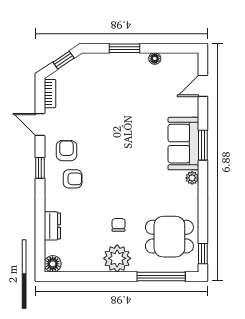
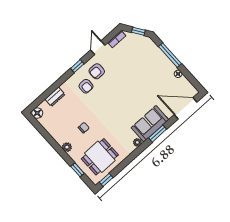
window: (124, 48) -> (170, 55), width x1.44
door: (203, 86) -> (186, 108), width x1.87
armchair: (66, 151) -> (97, 71), turned 180
dining table: (169, 237) -> (100, 157), turned 90
plant: (117, 258) -> (67, 147), width x0.53, depth x0.53
window: (161, 277) -> (77, 170), width x0.46

